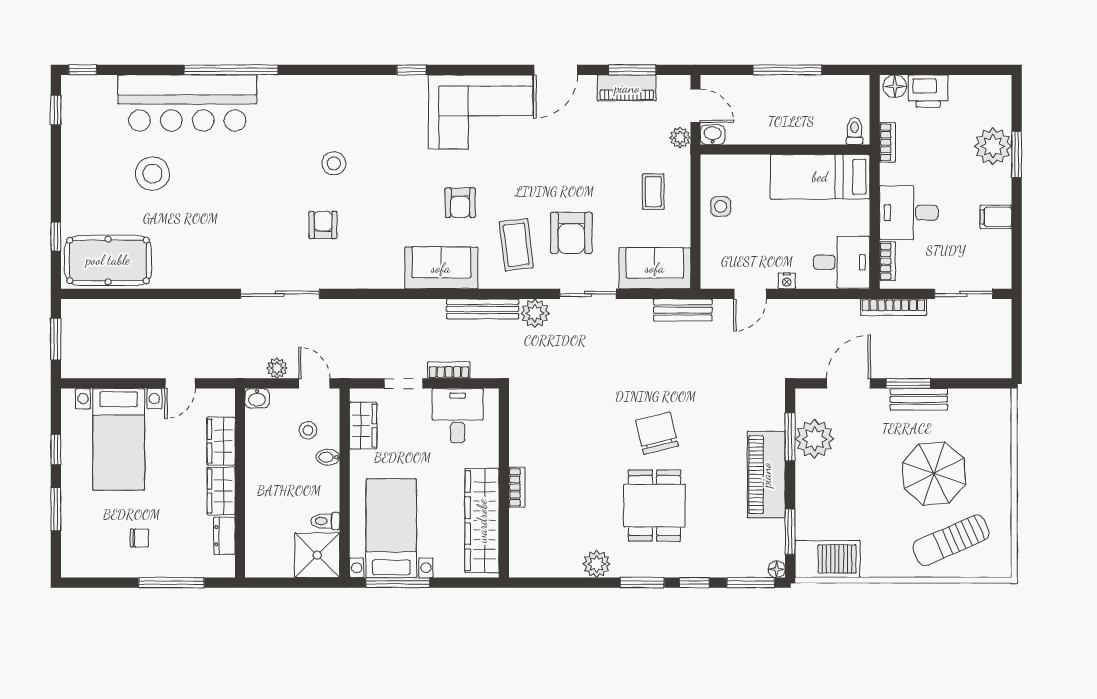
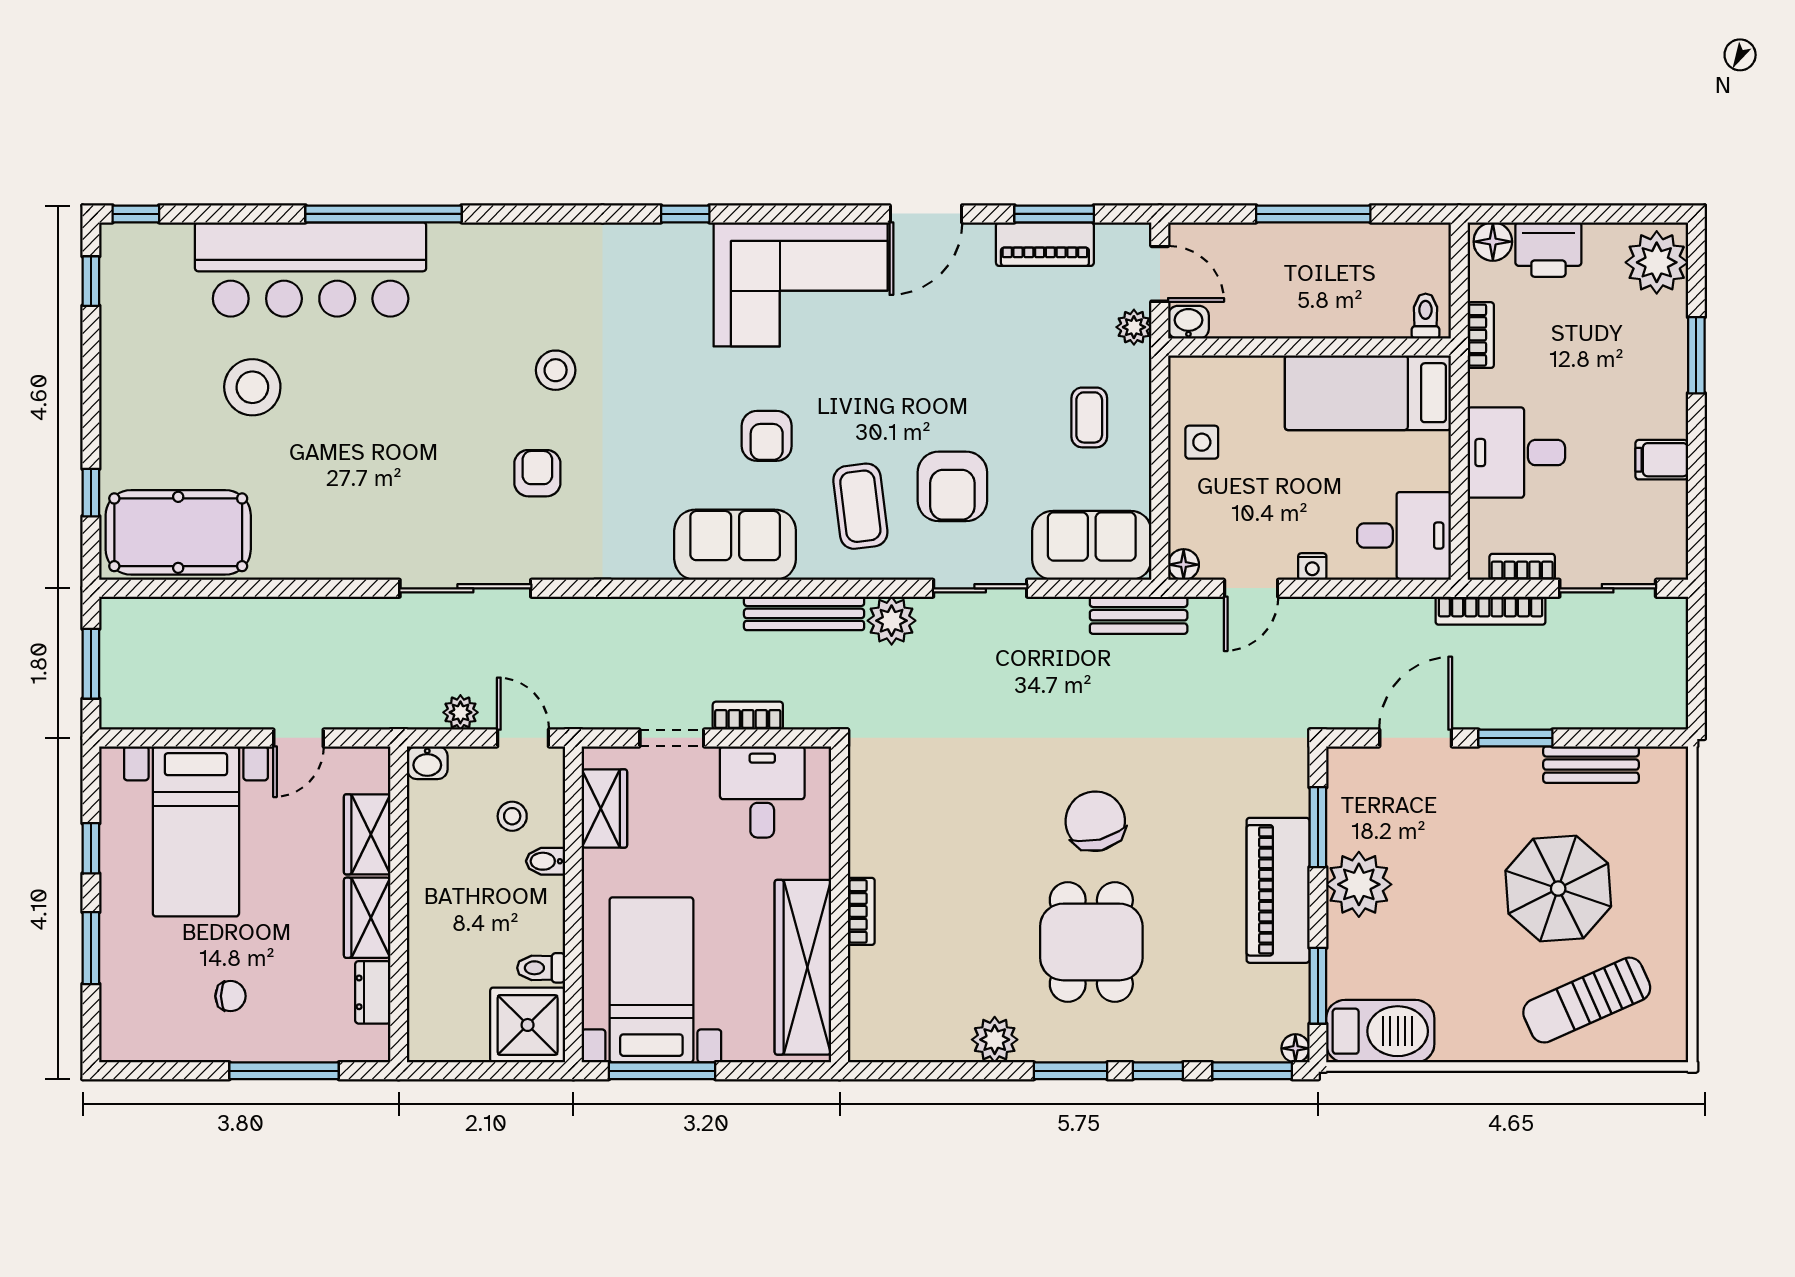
plant: (993, 146) -> (1657, 262), moved
bookcase: (888, 261) -> (1522, 567), moved, turned -90
floor lamp: (710, 280) -> (1184, 565), added
bench: (919, 399) -> (1591, 765), moved
plant: (815, 439) -> (1359, 884), moved

